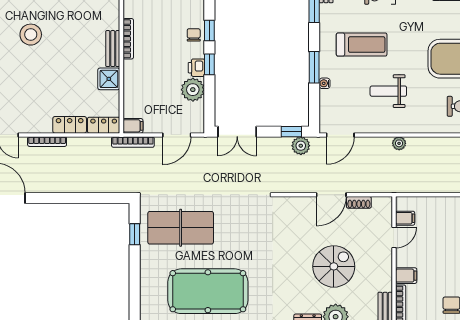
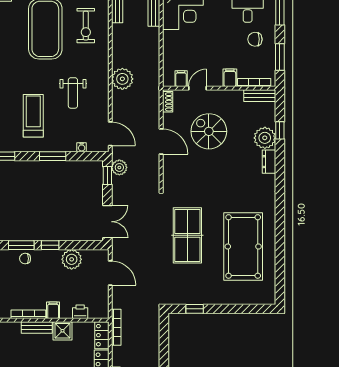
window: (209, 30) -> (21, 245), width x1.50
printer: (196, 68) -> (80, 312), moved, turned 180
water cooler: (325, 83) -> (82, 147), moved
filing cabinet: (133, 126) -> (53, 310), moved
bookcase: (133, 142) -> (116, 327), moved
plant: (399, 143) -> (122, 79), width x1.88, depth x1.88
shoe rack: (359, 202) -> (168, 102), moved
table tennis table: (181, 228) -> (187, 235), moved
door: (394, 238) -> (197, 88), hinge flipped
spiral stairs: (334, 266) -> (209, 131), moved

